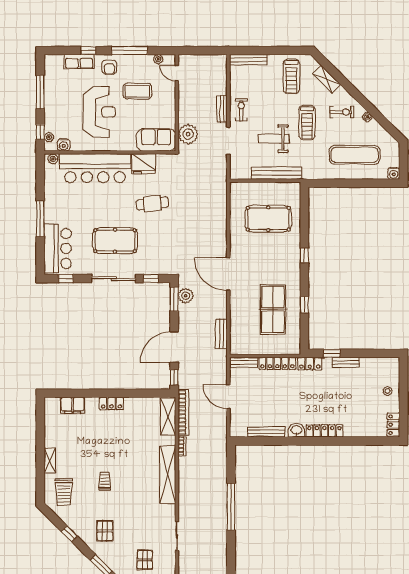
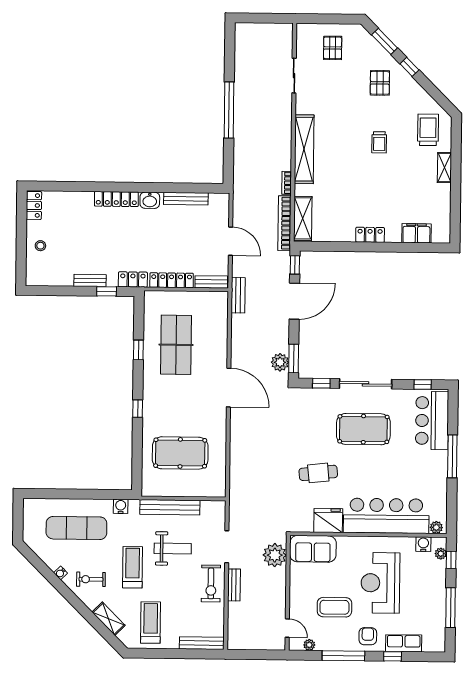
exercise bike: (241, 110) -> (211, 583), width x1.38, depth x1.39
water cooler: (394, 173) -> (121, 506), moved
bench: (221, 334) -> (238, 295), moved
window: (69, 534) -> (409, 67), moved

